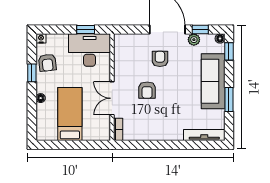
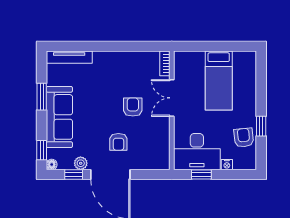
nightstand: (41, 38) -> (227, 165), moved
floor lamp: (41, 98) -> (251, 98), removed
double door: (112, 98) -> (172, 98), swing flipped

